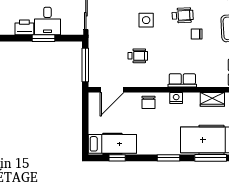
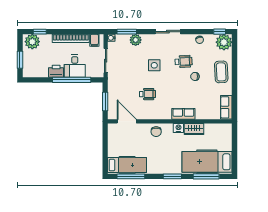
window: (43, 38) -> (72, 80), width x2.11
window: (85, 65) -> (105, 101), width x0.69
door: (112, 90) -> (127, 121), swing flipped
wardrobe: (212, 99) -> (194, 129), moved
window: (117, 158) -> (131, 176), width x2.17

